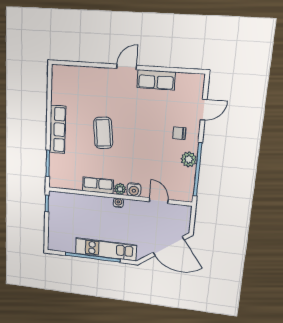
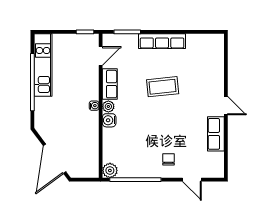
plant: (189, 159) -> (110, 170), moved
door: (159, 201) -> (101, 56), moved
kitchen unit: (106, 249) -> (43, 65), moved

